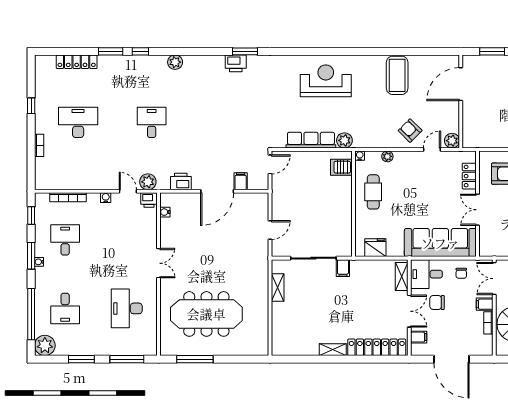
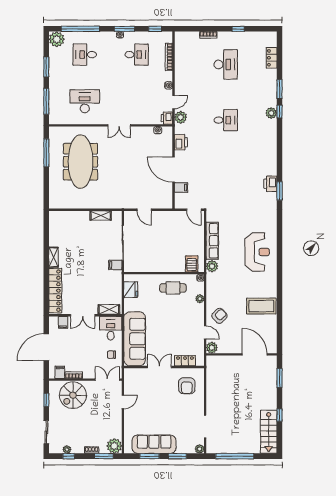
locker: (77, 62) -> (272, 58), width x0.66
plant: (175, 62) -> (271, 113), moved
chair: (437, 303) -> (89, 336), removed
filing cabinet: (485, 304) -> (60, 372), moved

